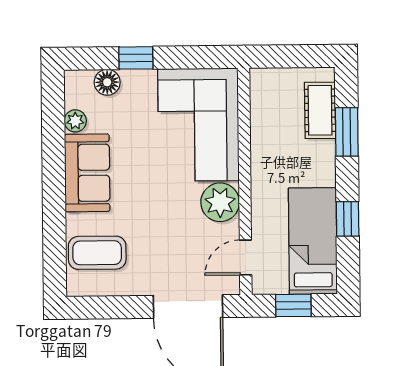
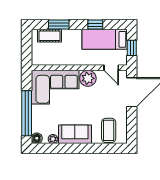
window: (136, 58) -> (27, 113), width x3.17
floor lamp: (107, 82) -> (37, 138), moved

